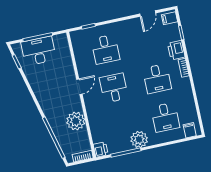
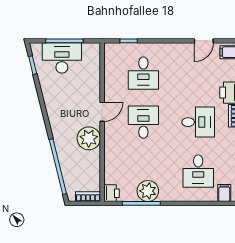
desk: (157, 79) -> (198, 122), turned -90
plant: (76, 121) -> (89, 138), moved
plant: (139, 139) -> (148, 191), moved

